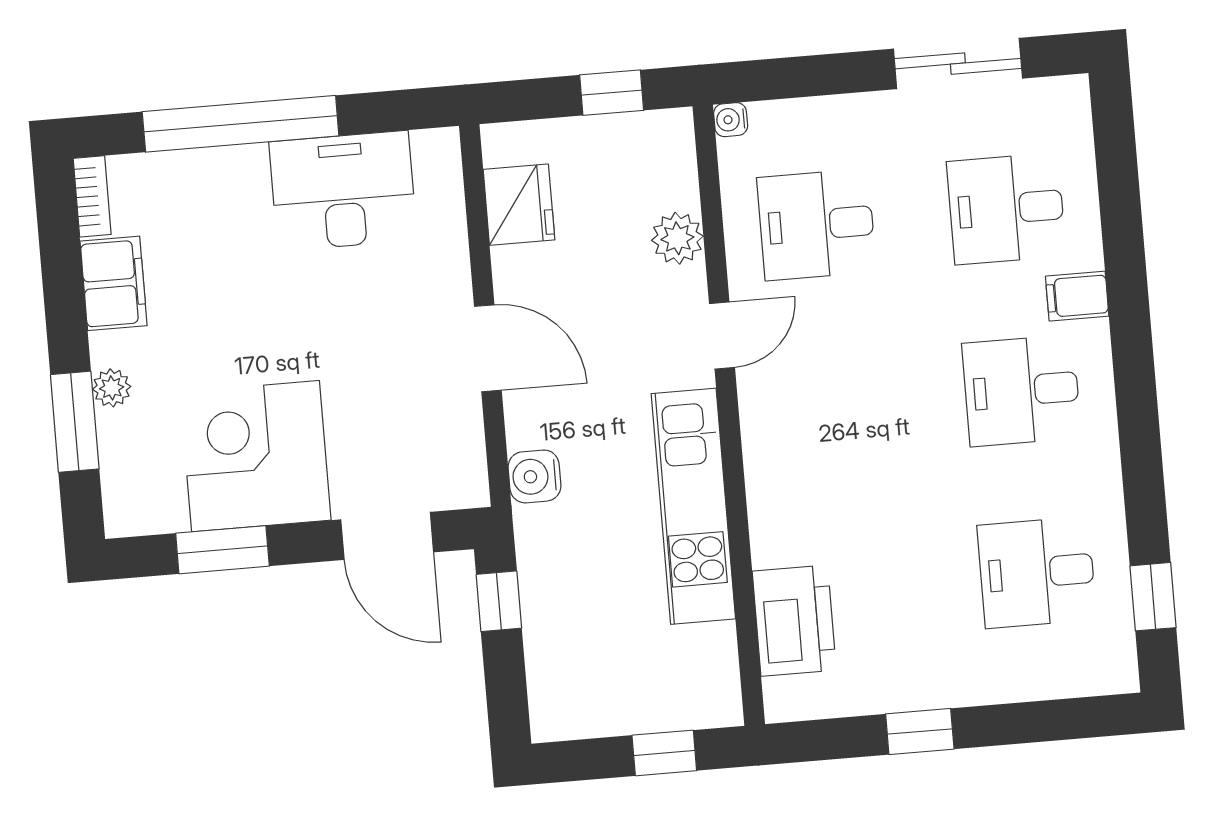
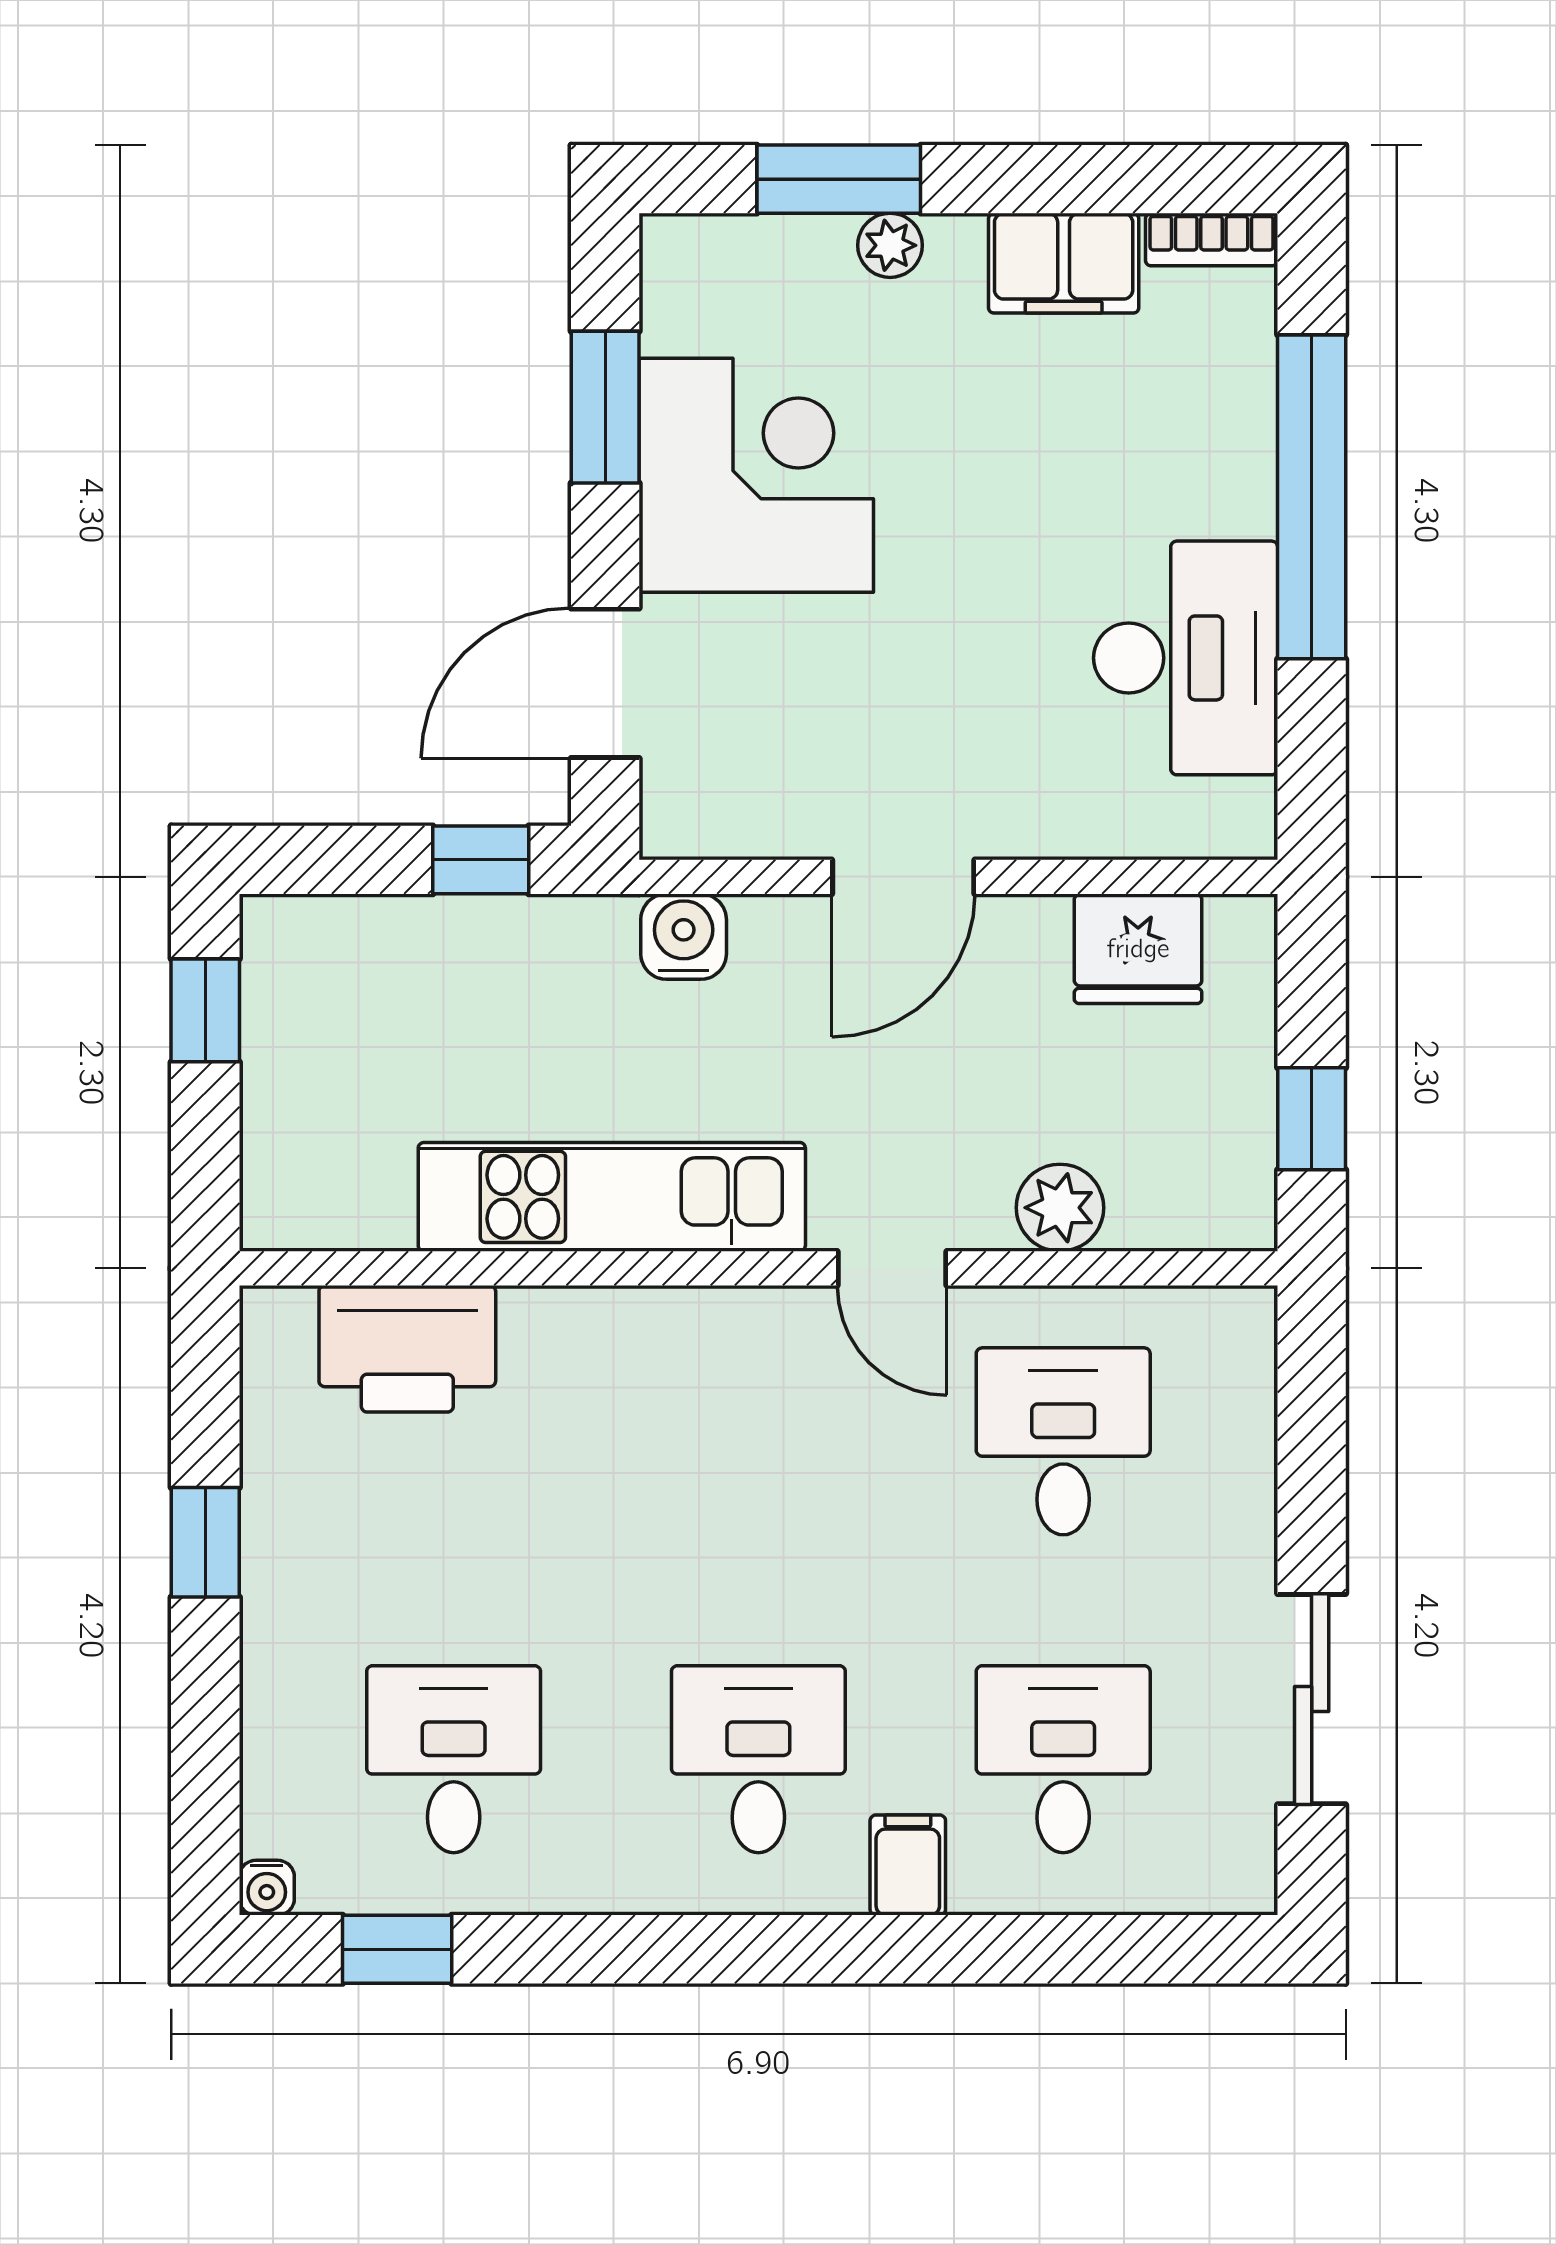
water cooler: (731, 120) -> (267, 1888), moved, turned 180
window: (664, 753) -> (205, 1010), moved

